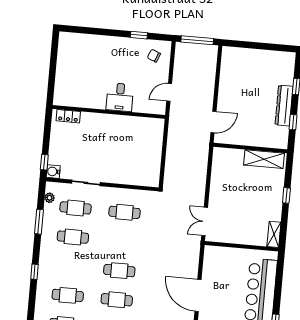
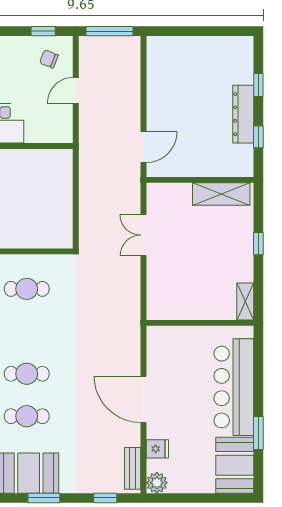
window: (139, 35) -> (43, 31), moved
door: (169, 92) -> (76, 90), moved
double door: (205, 221) -> (143, 235), moved

